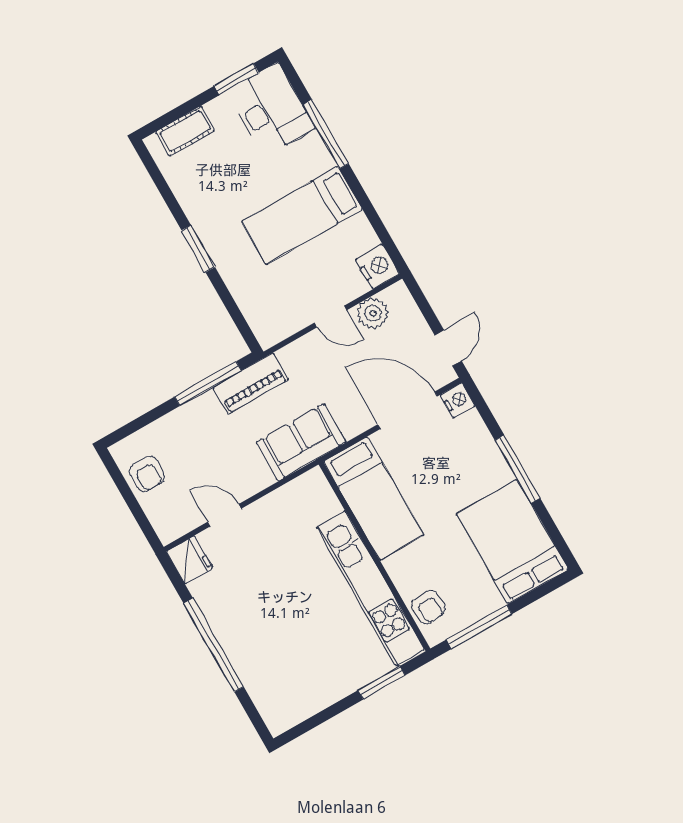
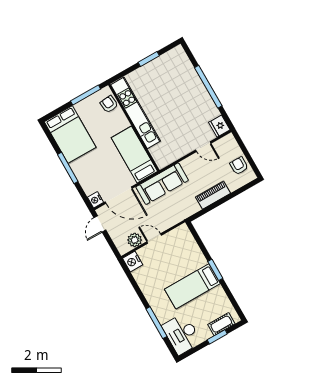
window: (236, 79) -> (217, 337), moved
bed: (302, 215) -> (192, 286), moved, turned 180
piano: (251, 383) -> (213, 195), moved
window: (208, 384) -> (211, 207), removed
sofa: (301, 442) -> (162, 184), width x1.36
window: (382, 683) -> (149, 59), moved

